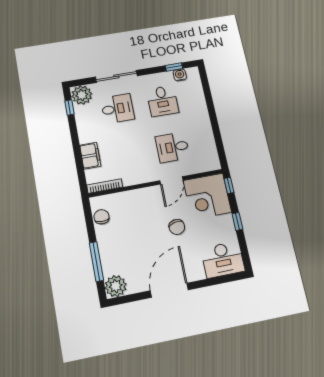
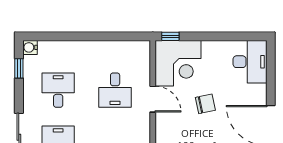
water cooler: (180, 75) -> (30, 47), moved
desk: (162, 101) -> (58, 90), turned -90
window: (237, 221) -> (212, 36), removed

